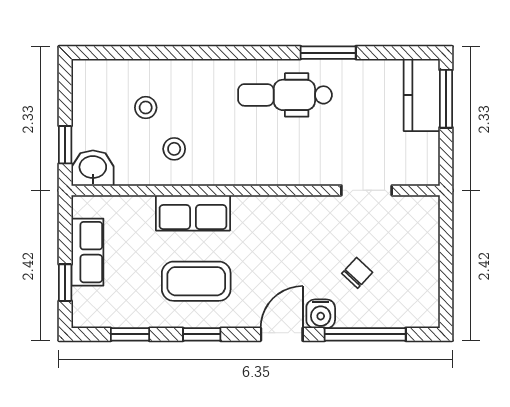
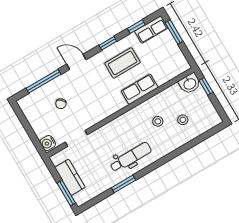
kitchen counter: (422, 95) -> (70, 177), moved
stool: (174, 149) -> (158, 121), moved
row of seats: (87, 252) -> (151, 30), moved, turned -90
window: (65, 283) -> (174, 32), width x1.50
water cooler: (321, 314) -> (48, 143), moved, turned -90
door: (282, 334) -> (76, 62), swing flipped

